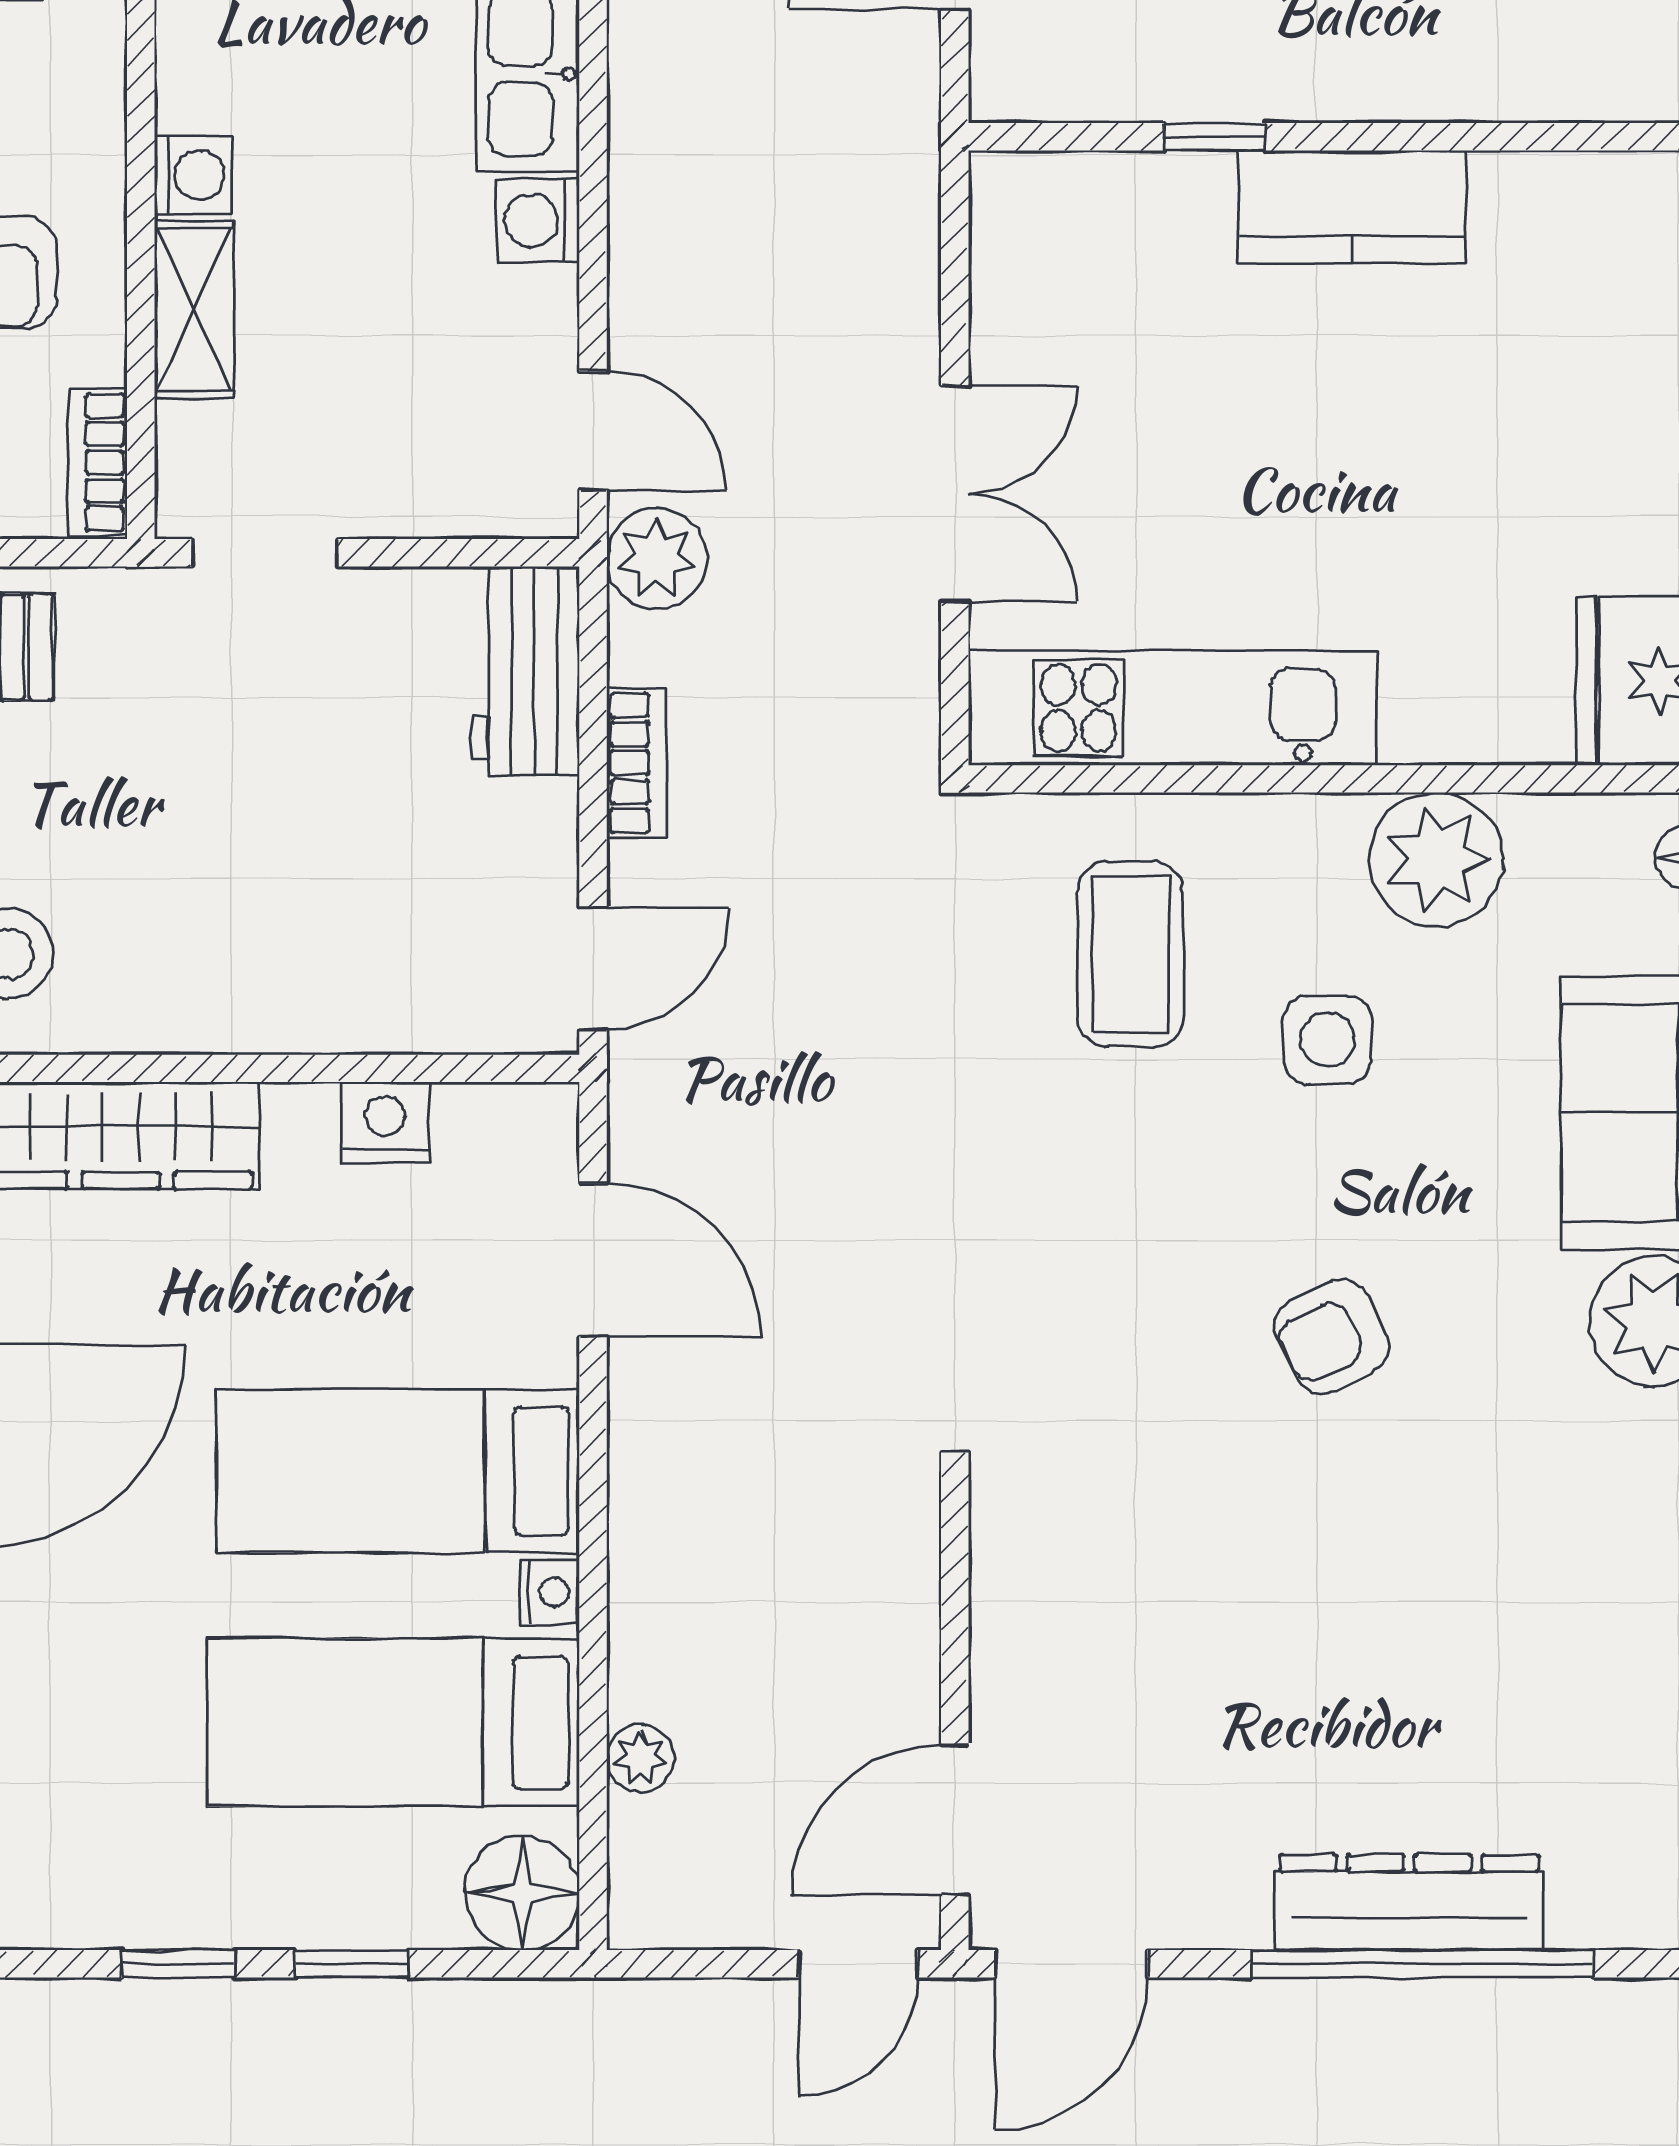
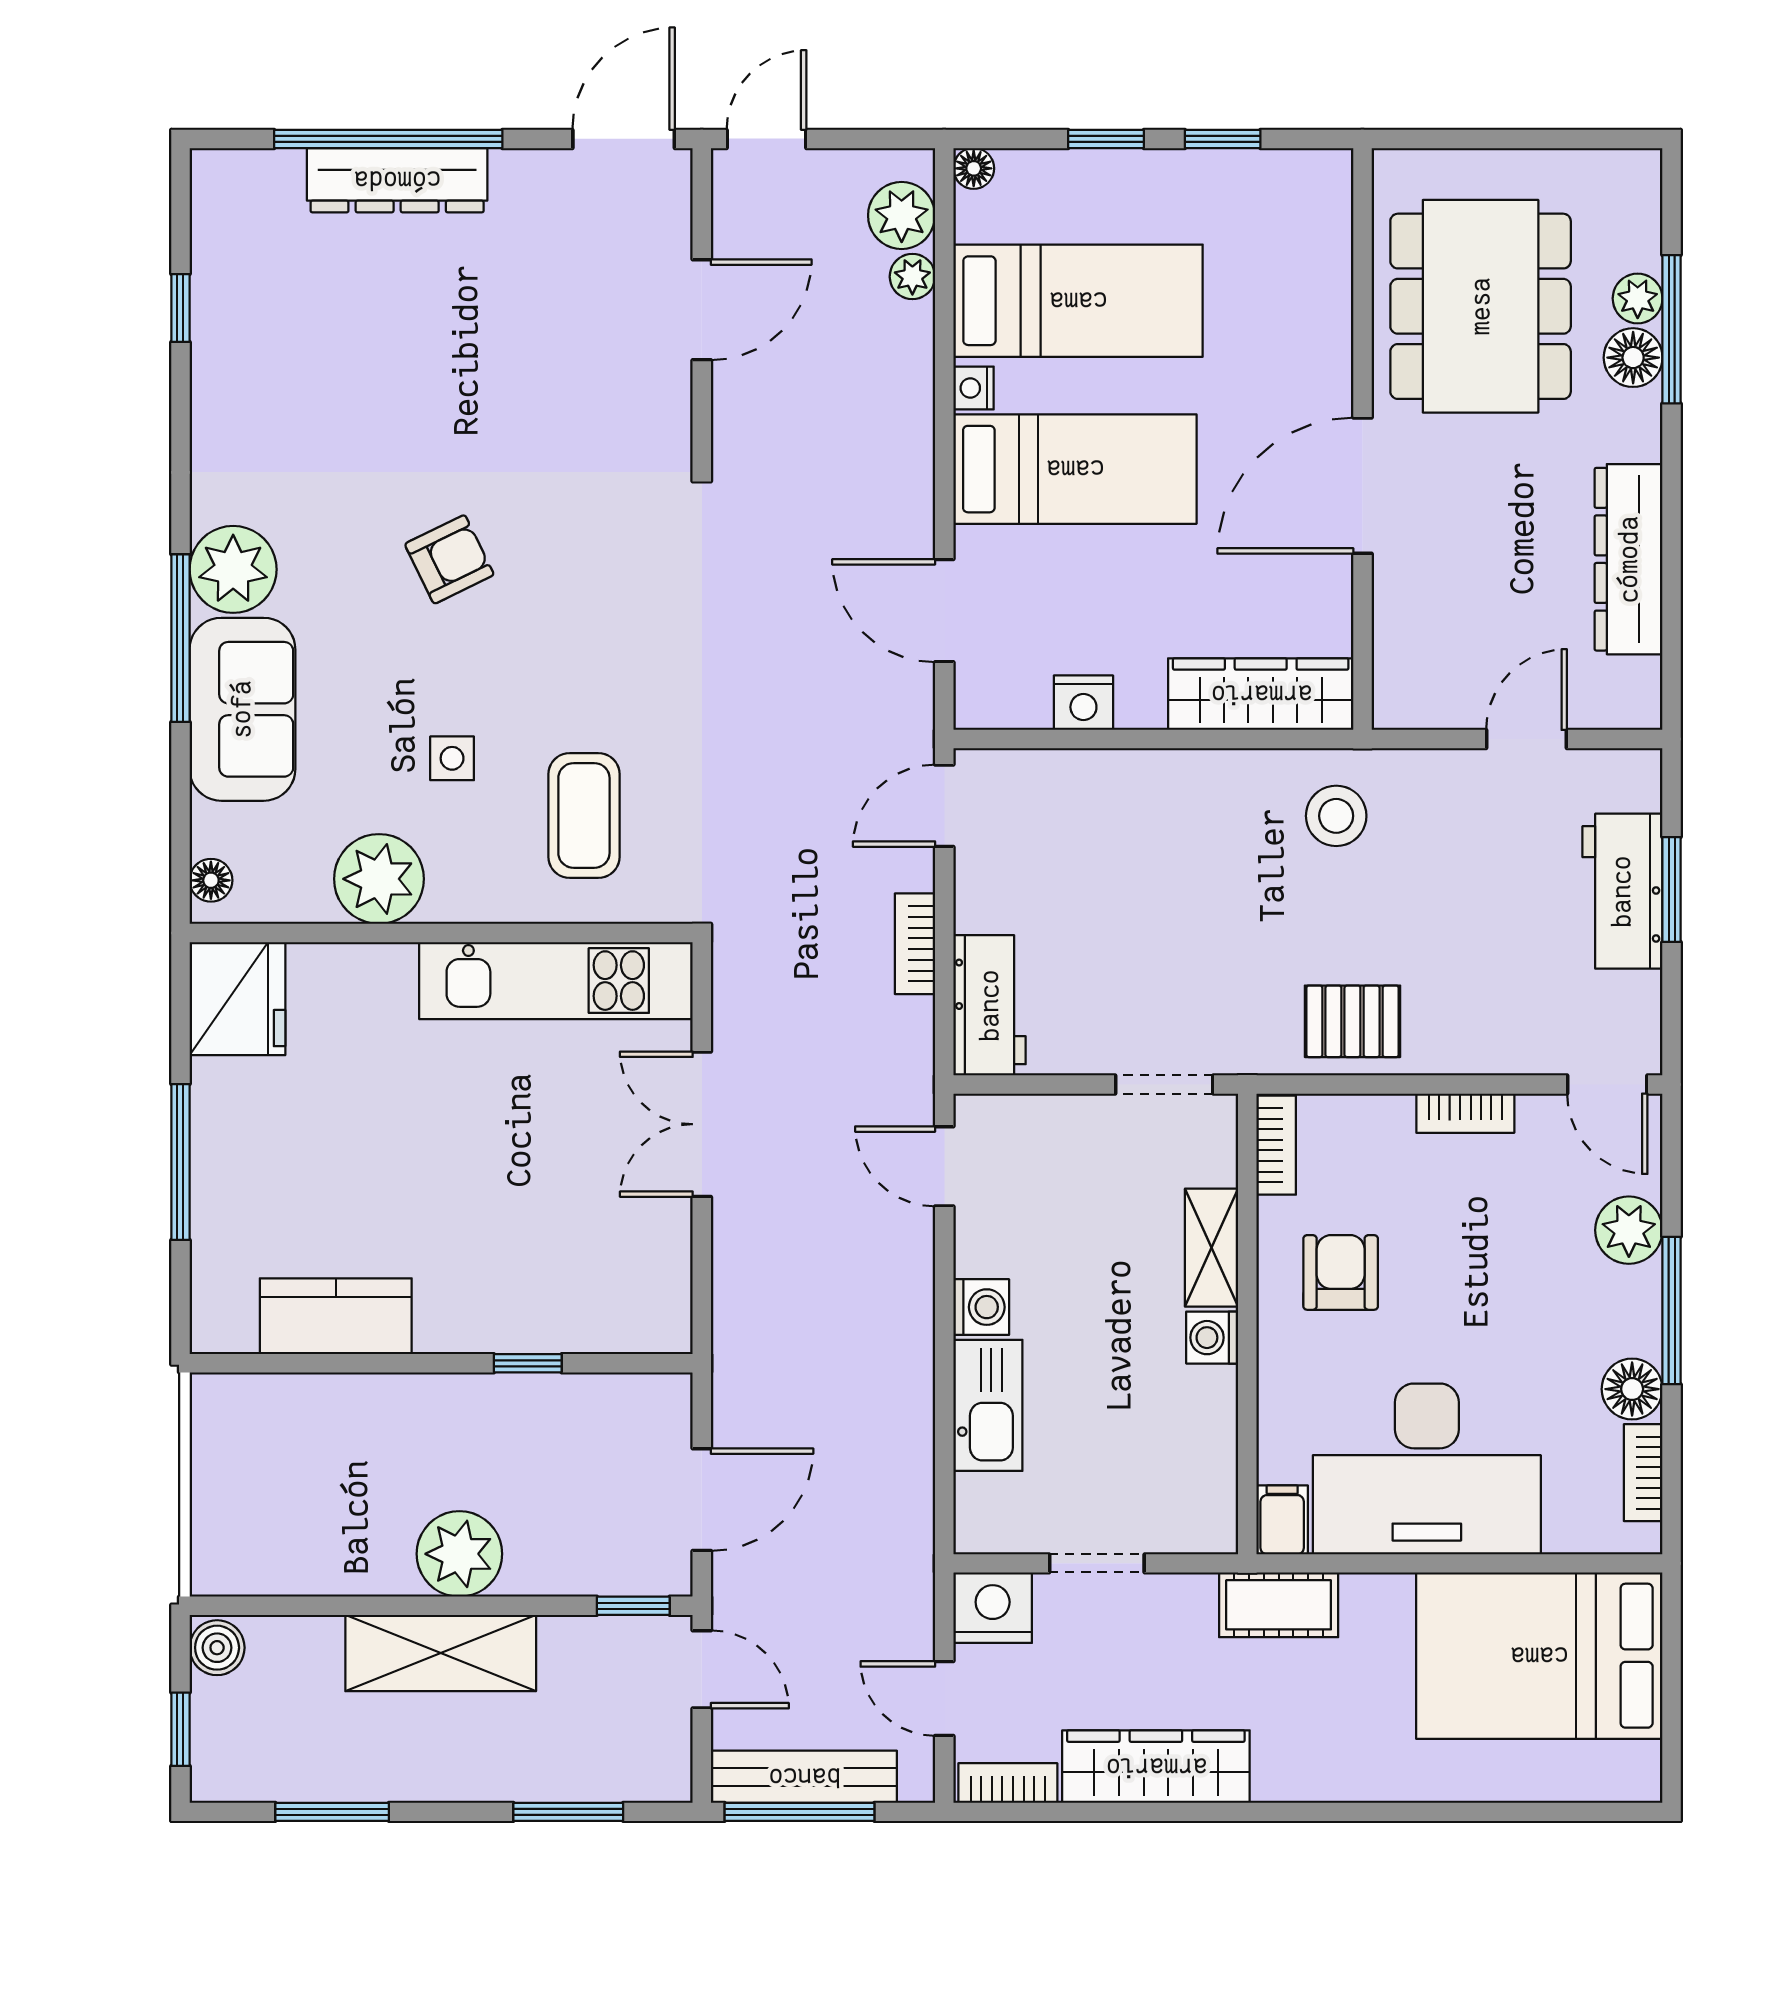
kitchen counter: (1352, 207) -> (336, 1316), moved
plant: (657, 558) -> (902, 215), moved
side table: (1327, 1040) -> (452, 758), width x0.73, depth x0.73
door: (955, 1820) -> (702, 310), moved
floor lamp: (522, 1893) -> (974, 168), width x0.53, depth x0.53

